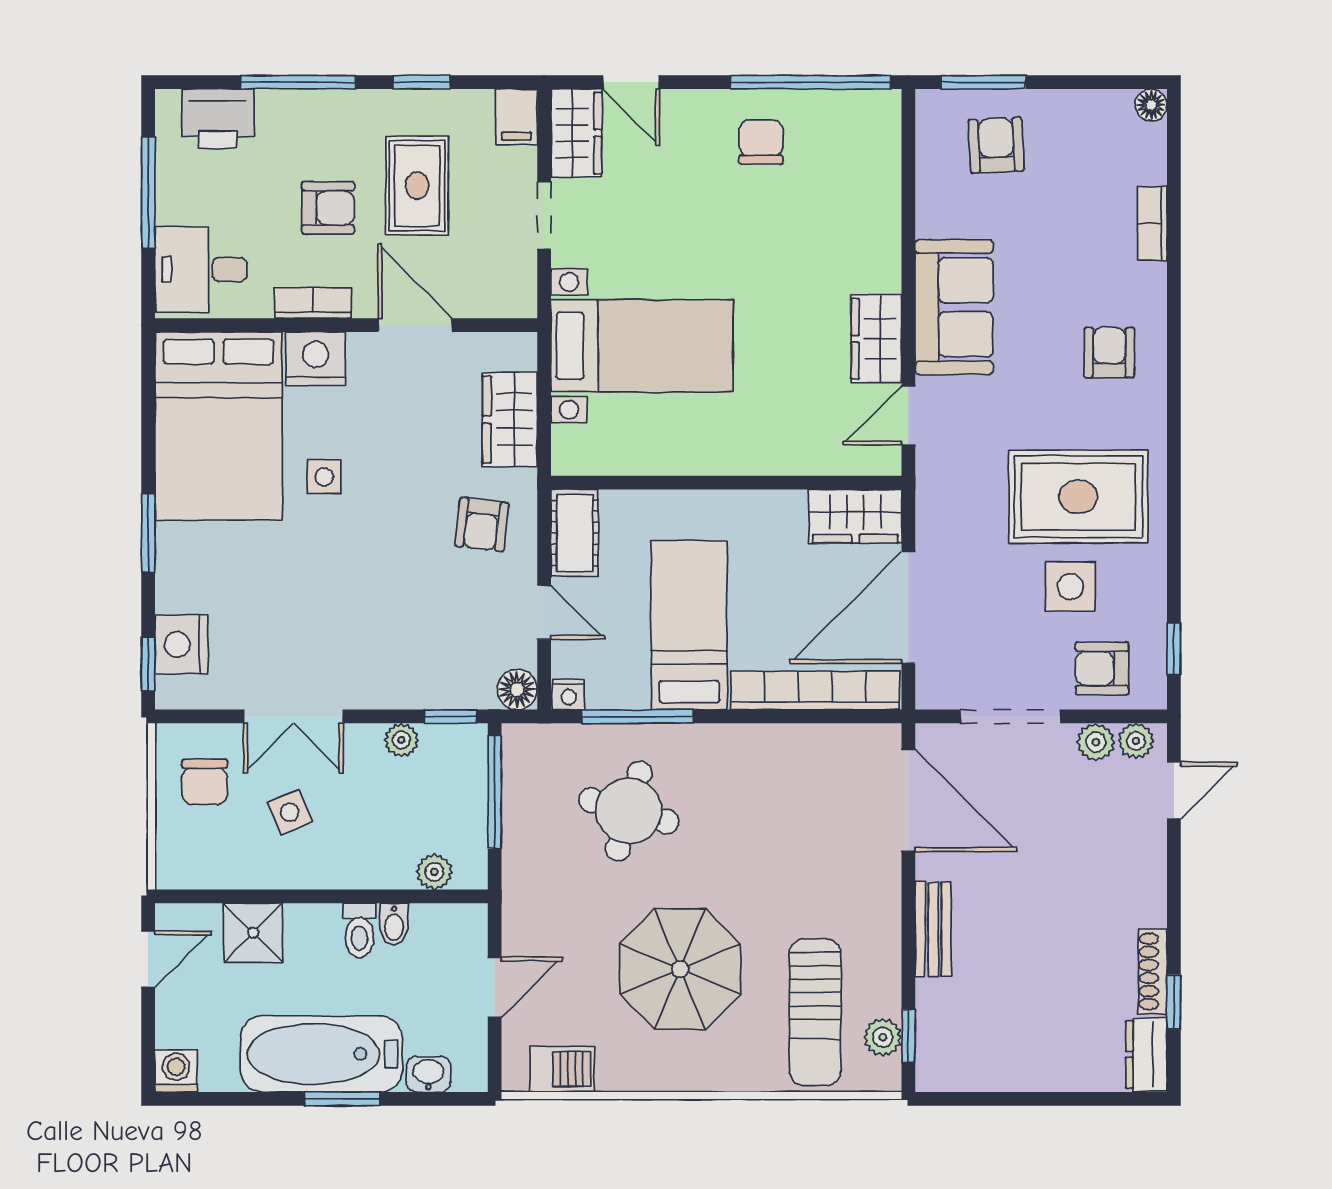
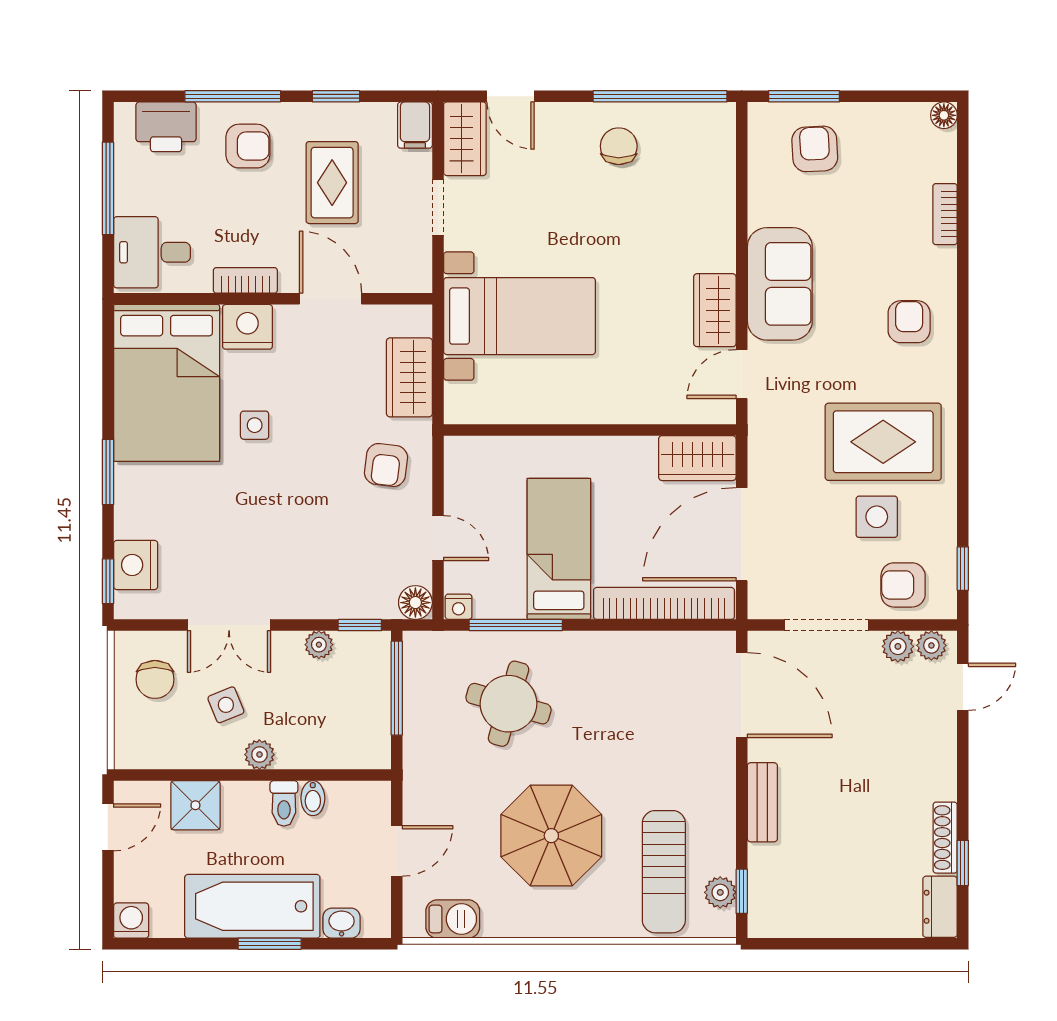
armchair: (328, 208) -> (248, 146), moved
cot: (575, 533) -> (463, 472), removed
plant: (434, 872) -> (259, 755), moved

